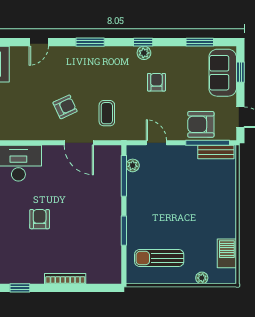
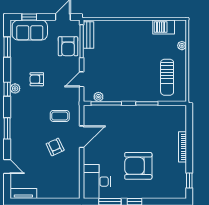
armchair: (40, 219) -> (138, 166), width x1.88, depth x1.88

